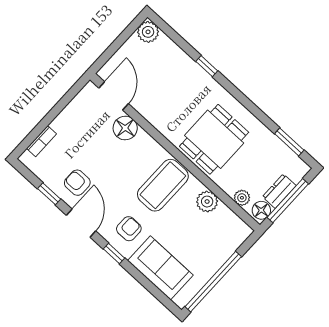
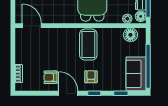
floor lamp: (125, 128) -> (130, 35), moved
window: (49, 194) -> (121, 93), moved
plant: (207, 202) -> (114, 34), removed
sofa: (160, 268) -> (136, 74), moved, turned -90

